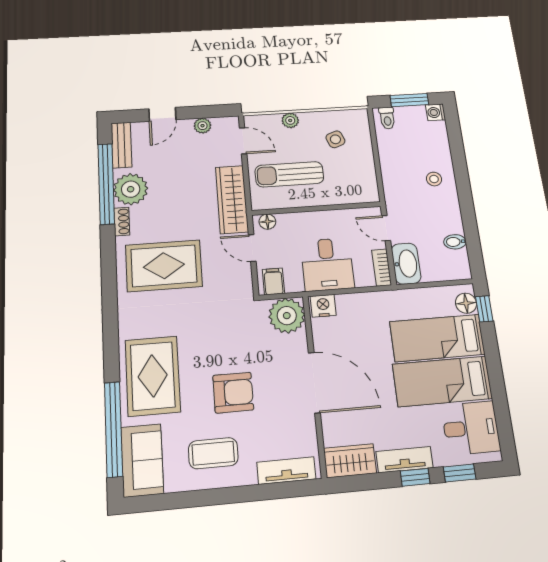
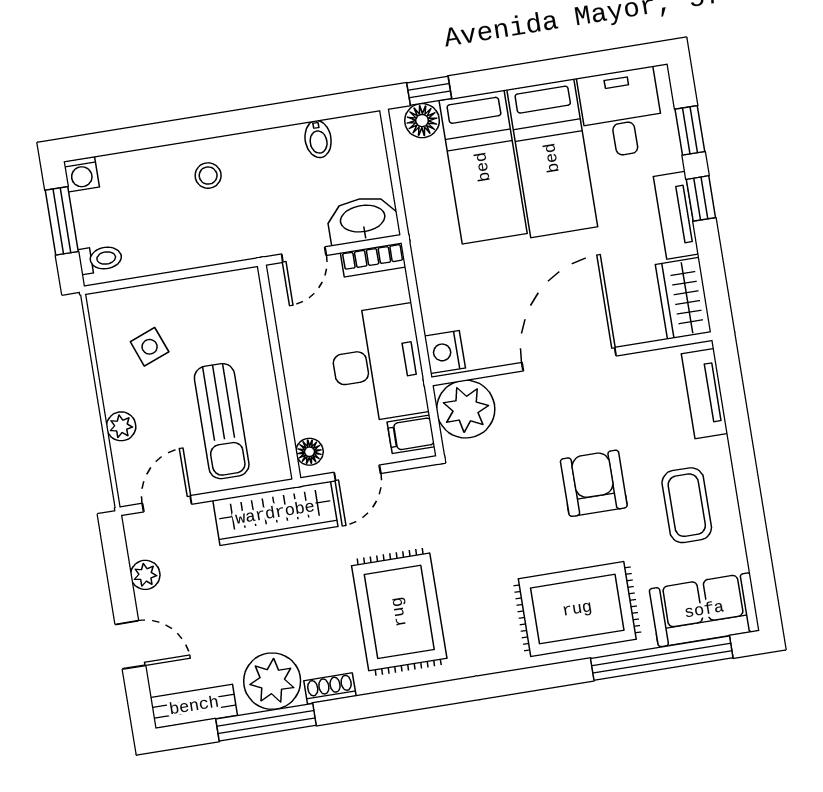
window: (106, 184) -> (266, 722), width x0.68
desk: (327, 264) -> (377, 364), width x1.37

